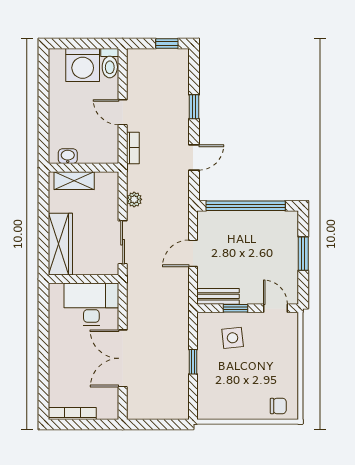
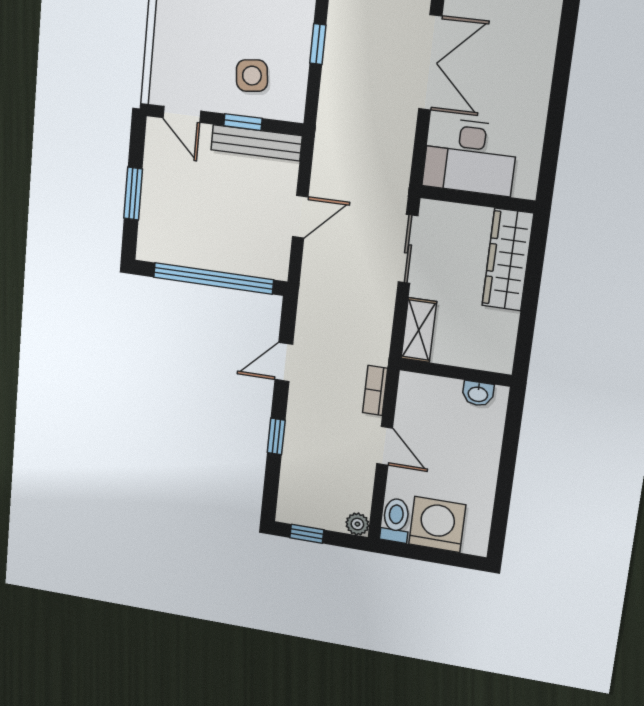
shelving: (74, 181) -> (419, 330), moved, turned 90
plant: (134, 199) -> (357, 524), moved
bench: (218, 296) -> (256, 143), width x1.36

